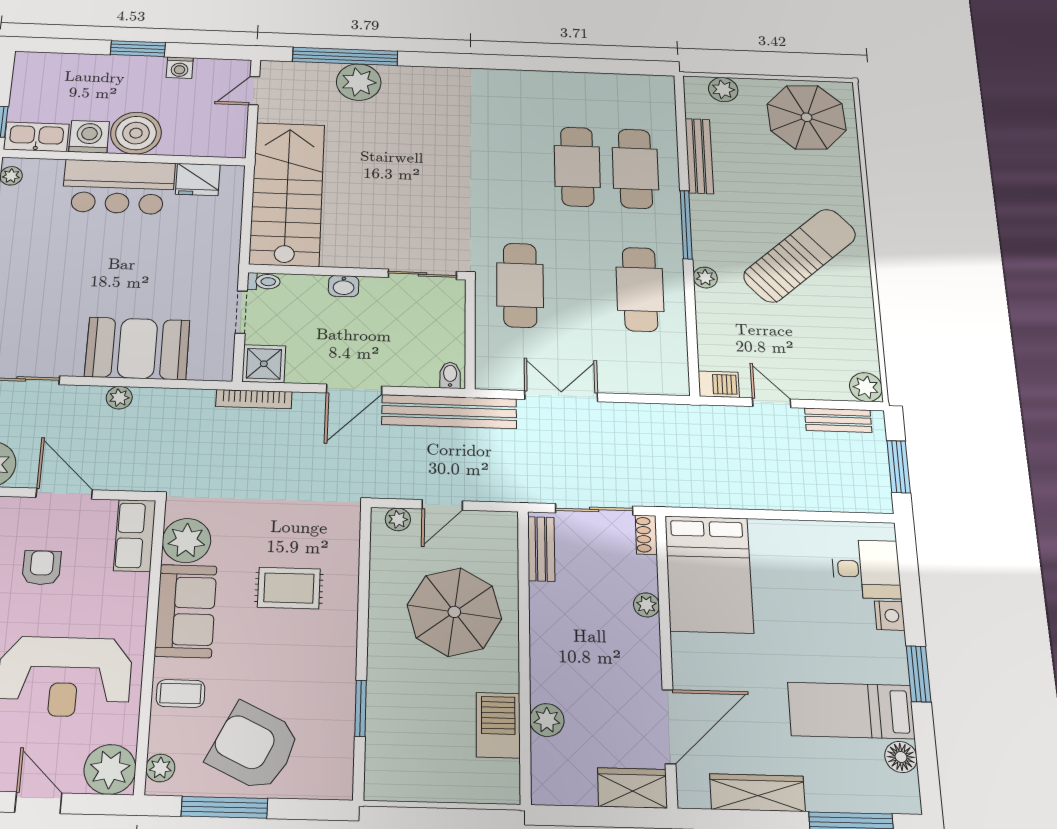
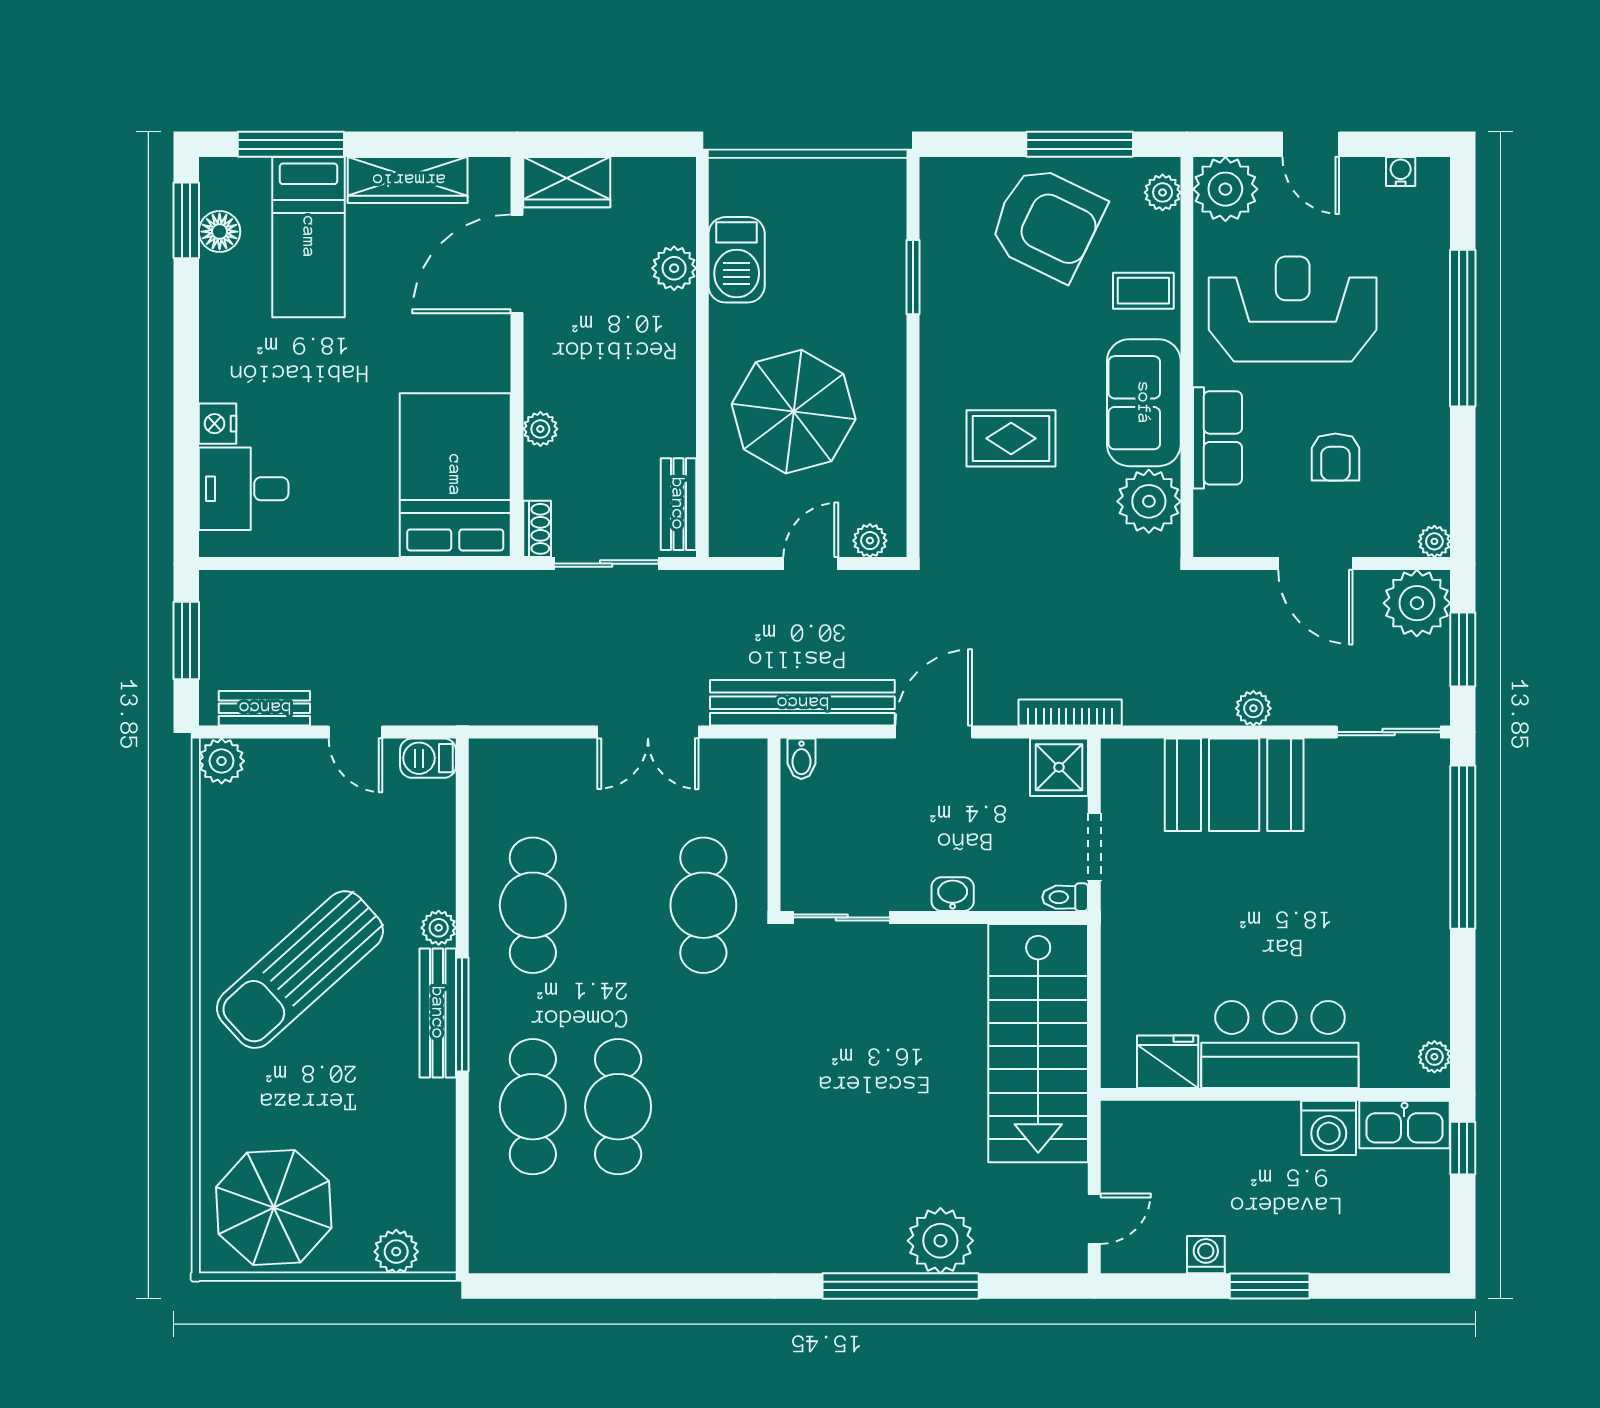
window: (345, 56) -> (901, 1286), moved
boiler: (136, 133) -> (1262, 1137), removed
bench: (699, 156) -> (438, 1013), moved
row of seats: (135, 535) -> (1218, 438), moved
window: (919, 674) -> (186, 220), moved
bed: (851, 711) -> (309, 237), moved, turned 90

